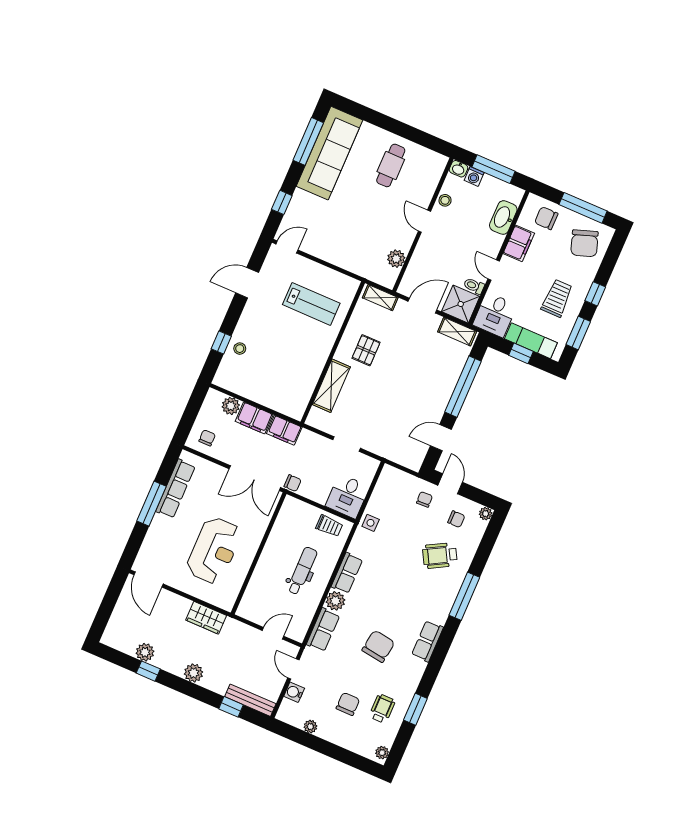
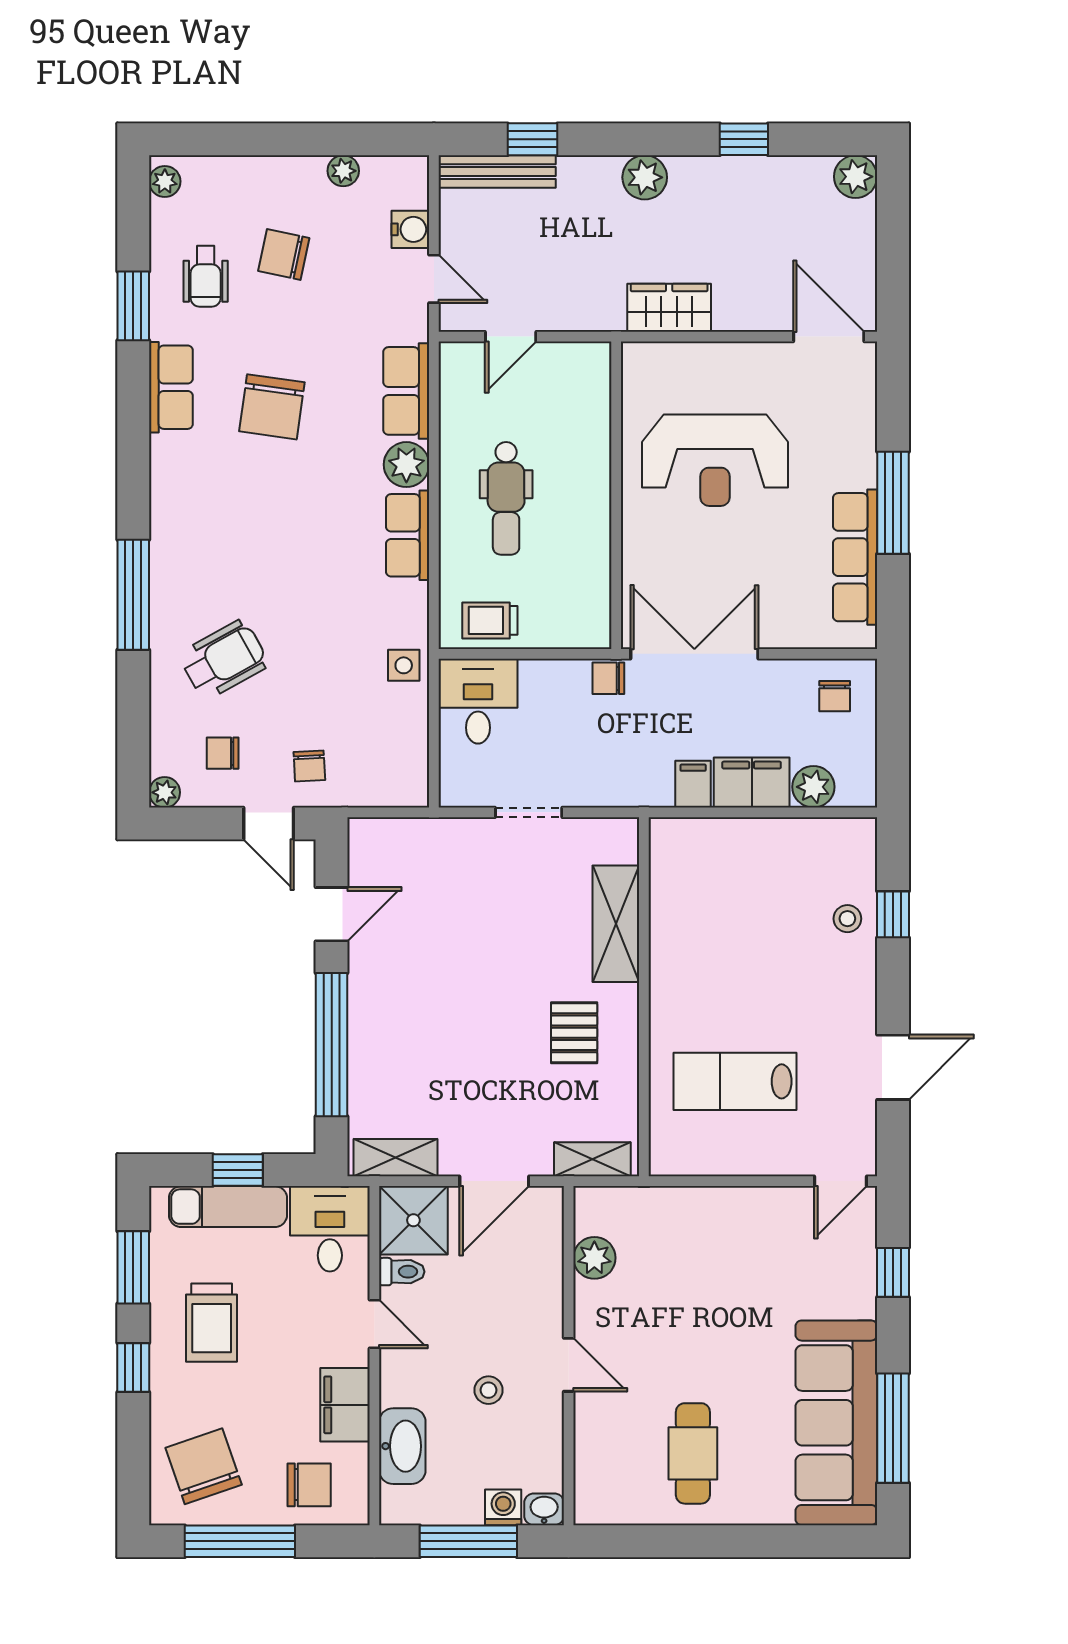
stool: (445, 200) -> (488, 1390), moved
filing cabinet: (284, 430) -> (693, 784), width x0.50
reception desk: (214, 550) -> (715, 460), turned -90
row of seats: (427, 641) -> (171, 387), moved
plant: (145, 652) -> (856, 177), moved
chair: (348, 704) -> (284, 254), turned 102

